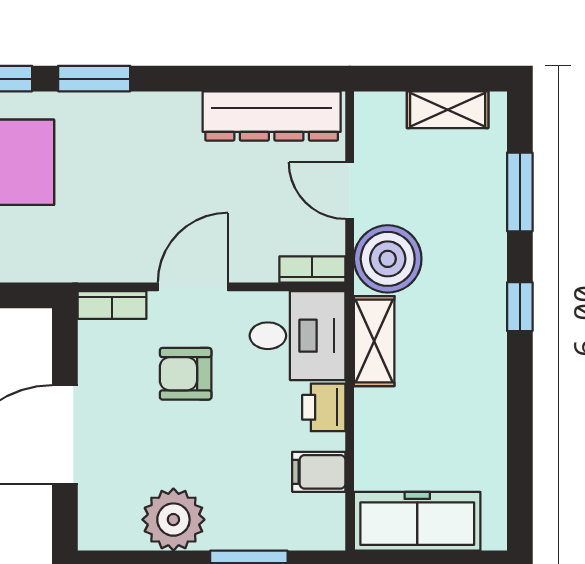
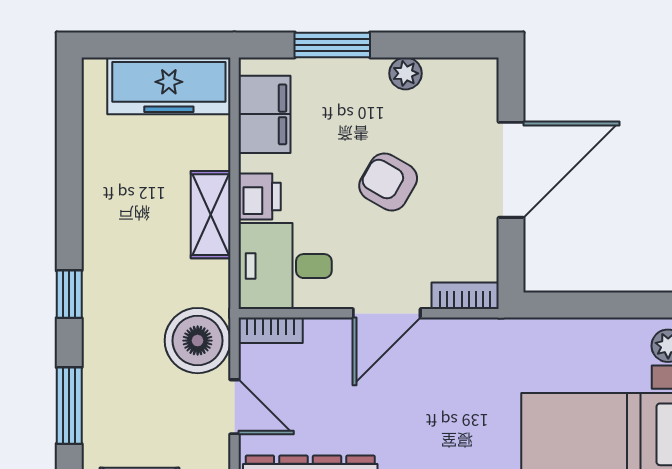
shelving: (374, 341) -> (211, 215), moved
armchair: (186, 374) -> (388, 182), moved, turned -150
filing cabinet: (319, 472) -> (264, 114), width x2.00
plant: (173, 520) -> (406, 73), width x0.53, depth x0.53

